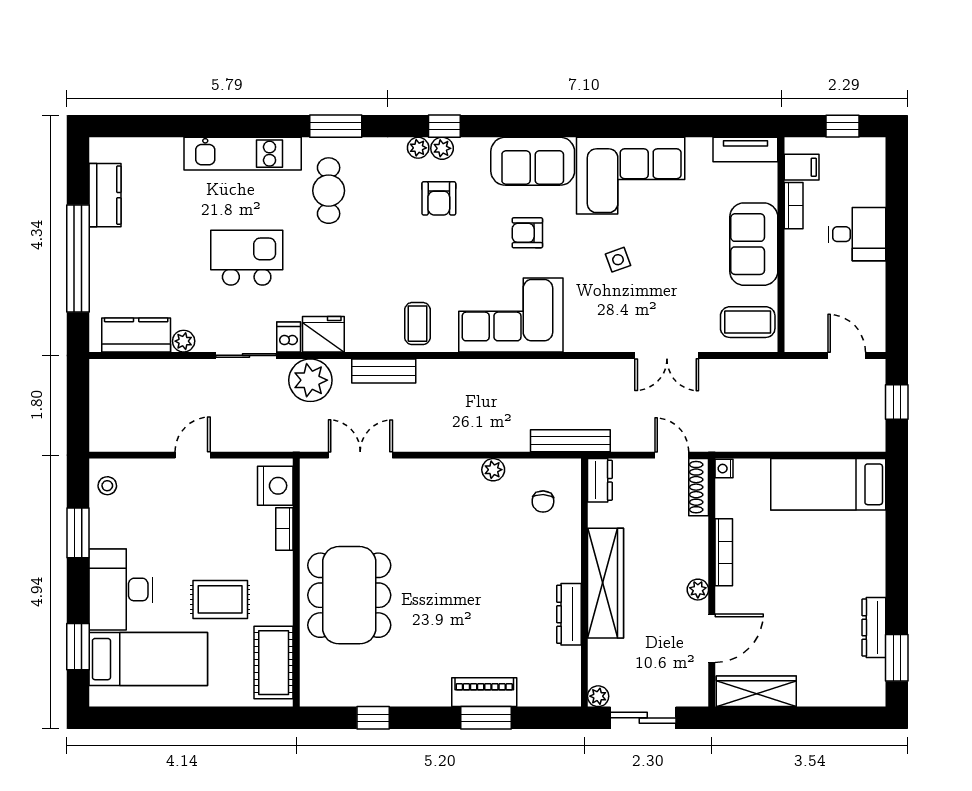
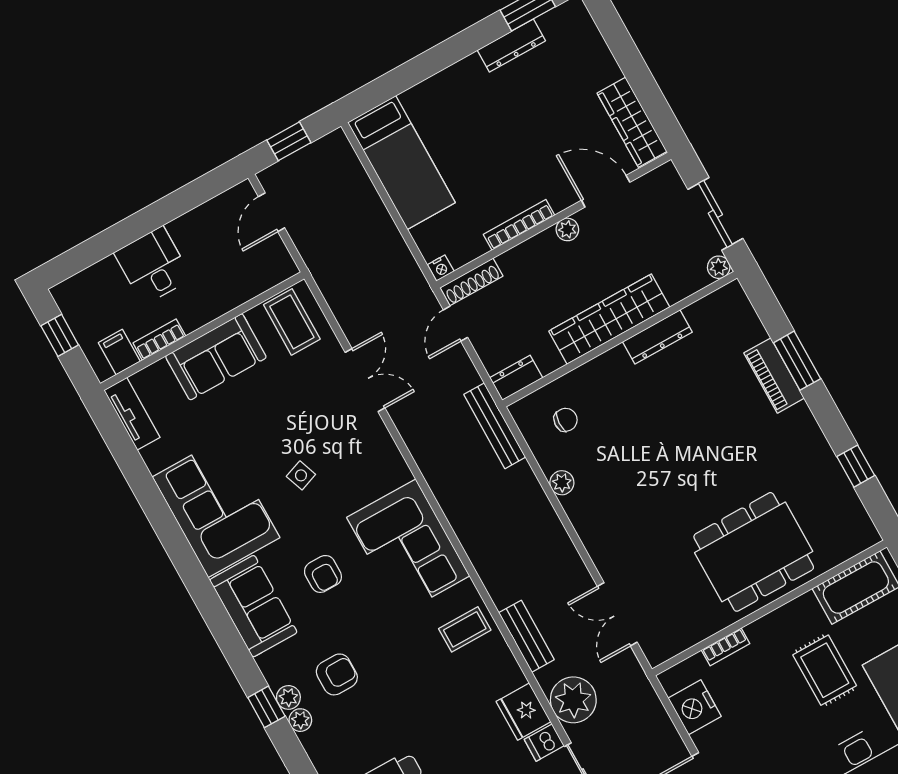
nightstand: (275, 486) -> (695, 707), moved, turned -90

